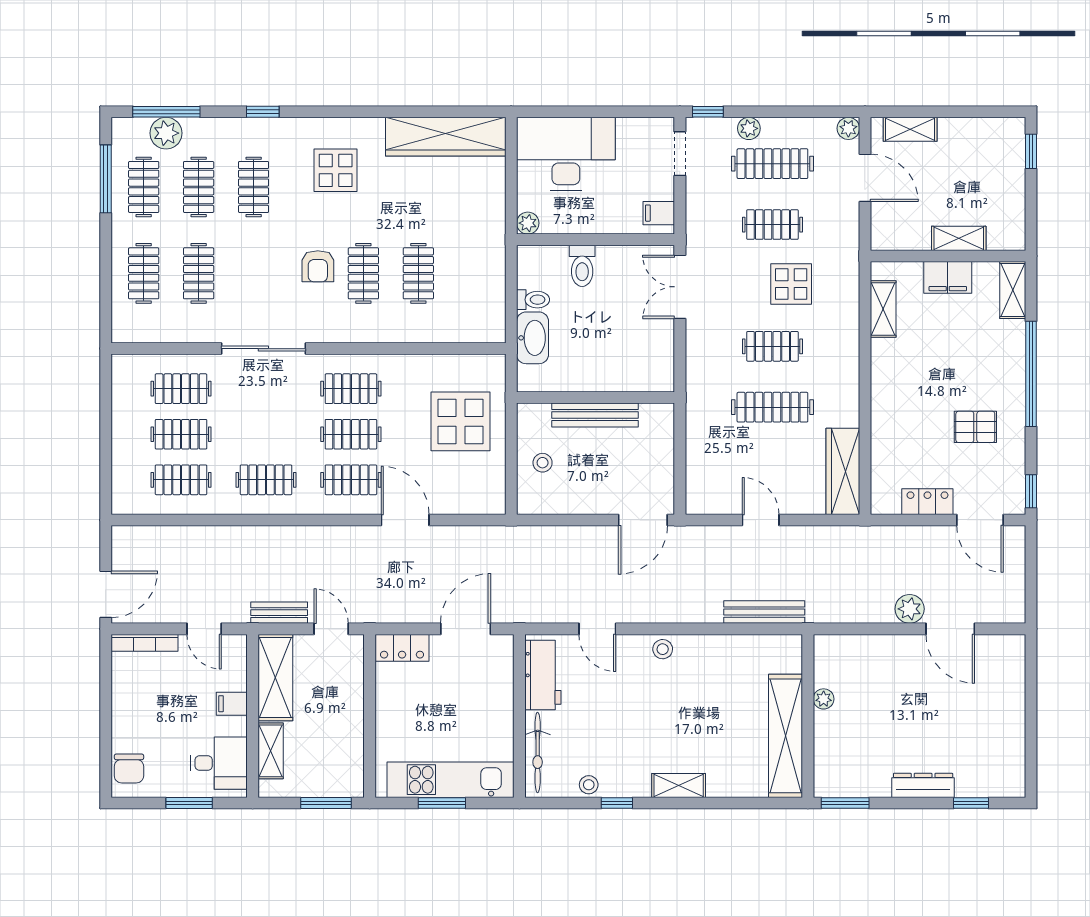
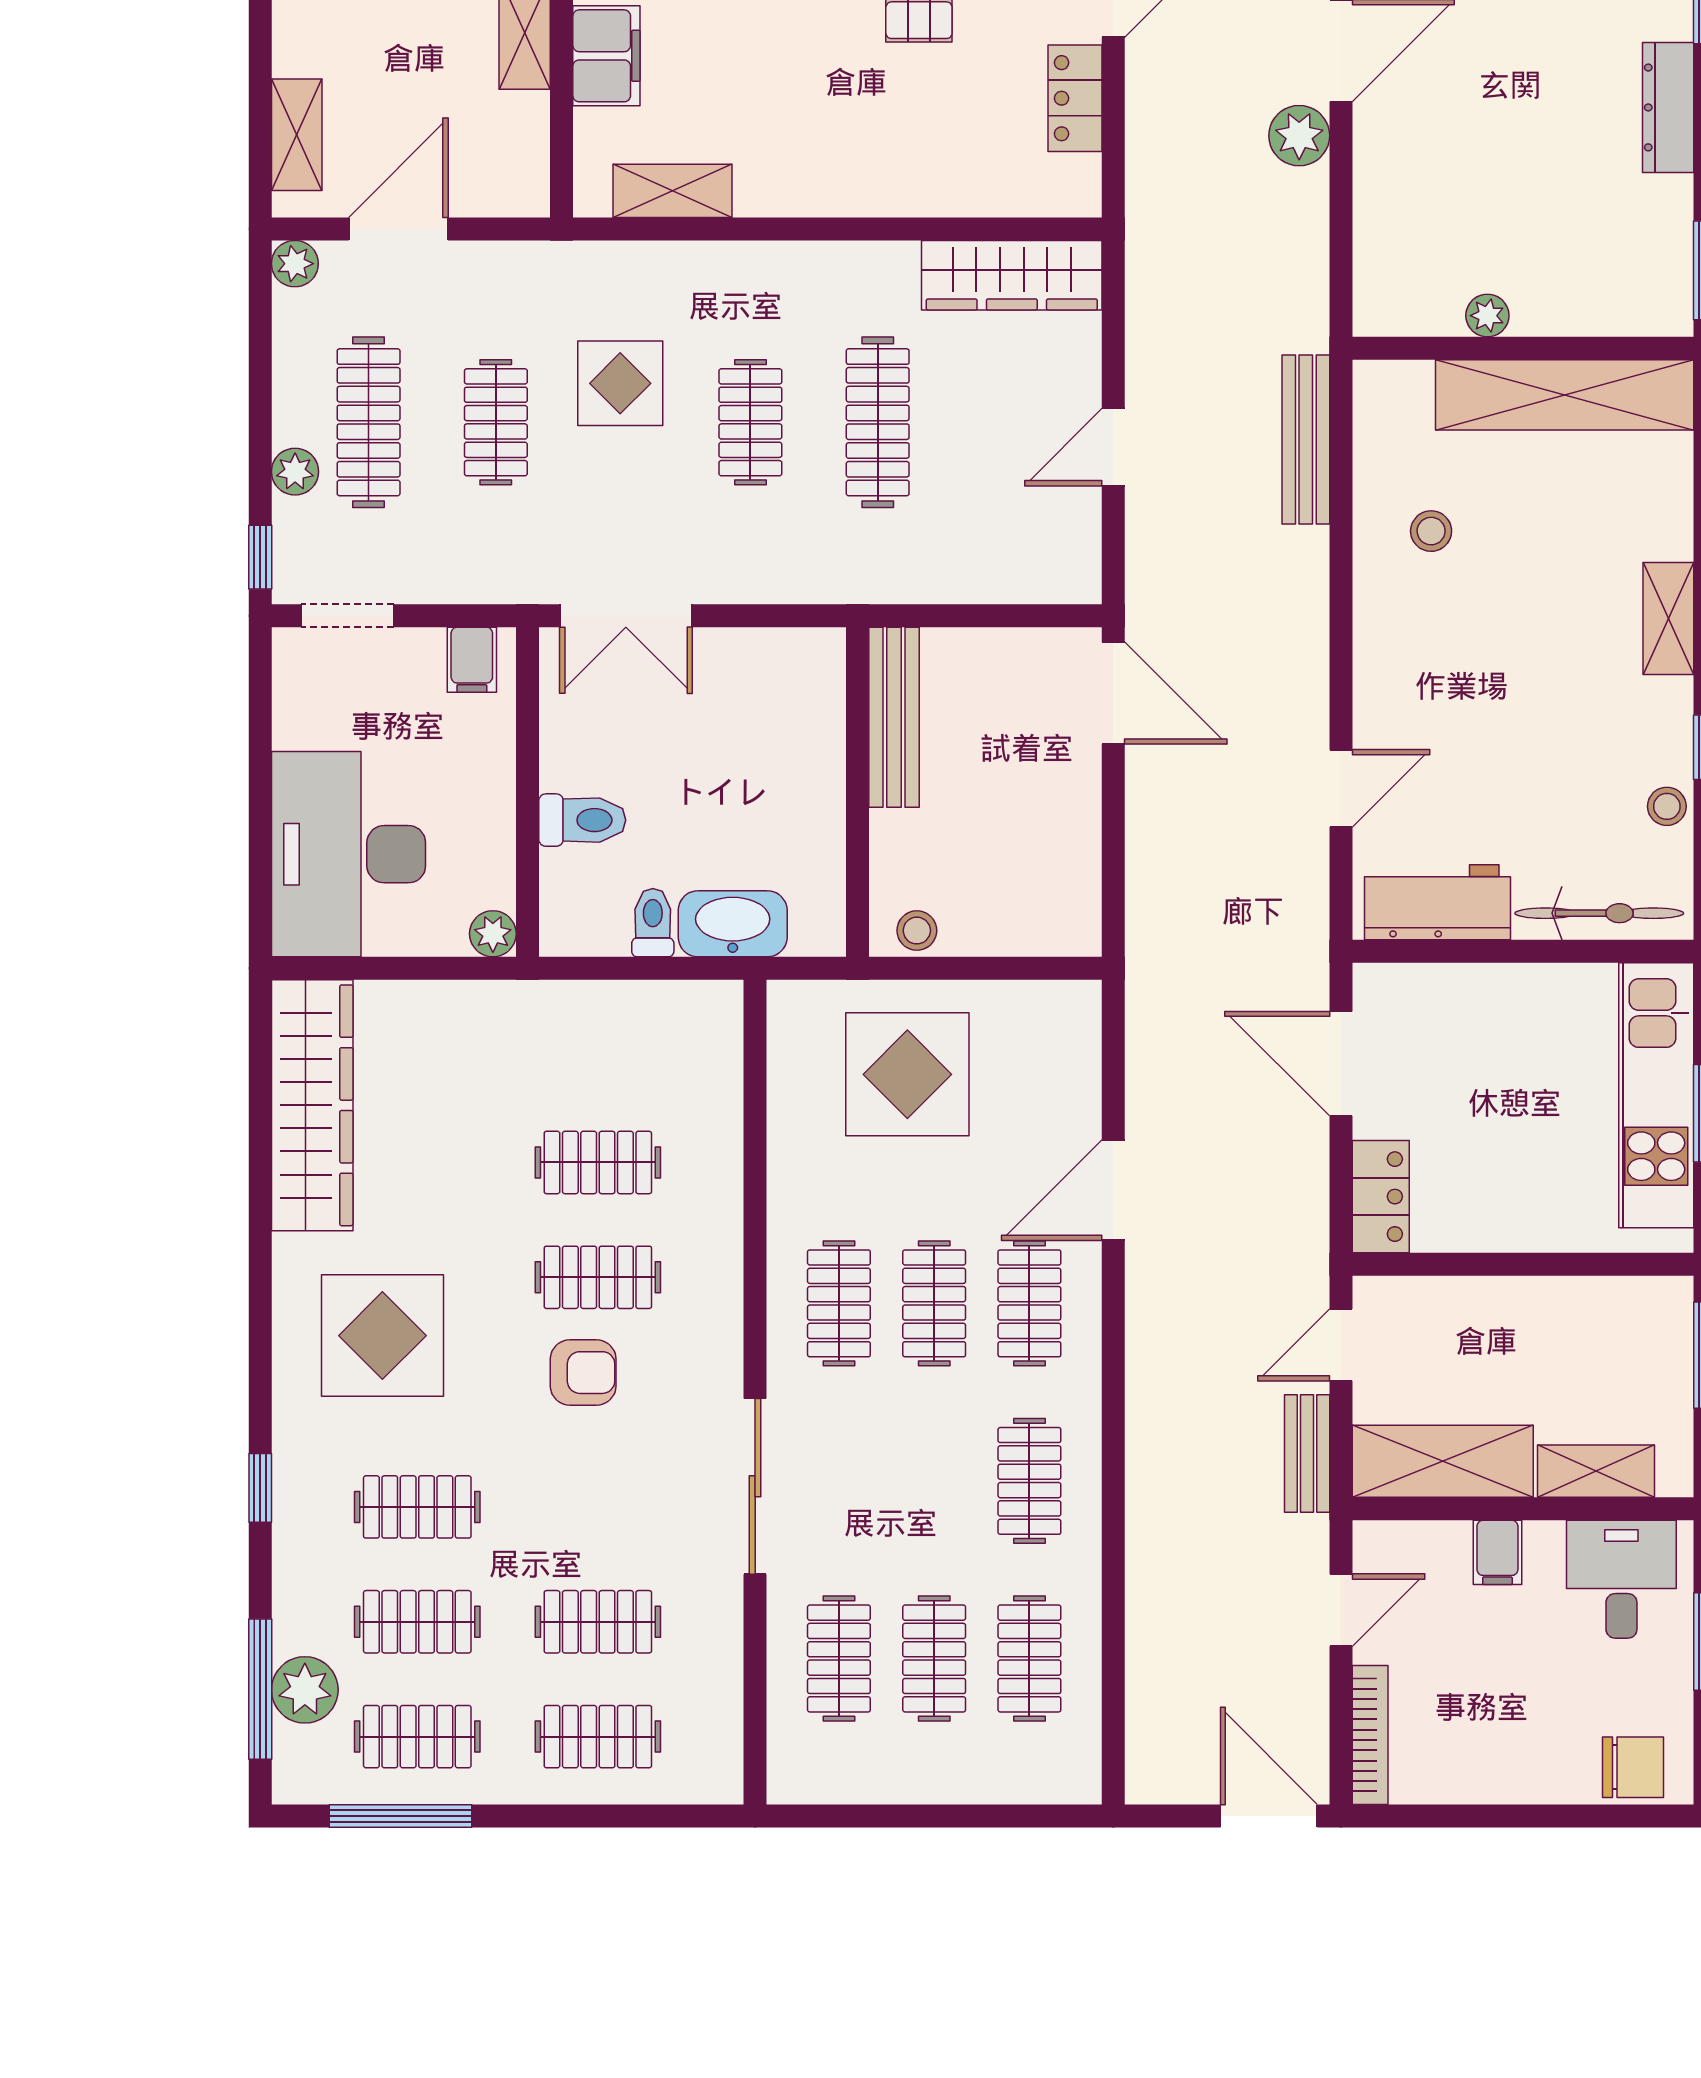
display table: (336, 170) -> (382, 1336), width x1.36, depth x1.36
bench: (595, 415) -> (894, 717), moved
stool: (543, 463) -> (917, 931), moved
stool: (663, 649) -> (1431, 531), moved

